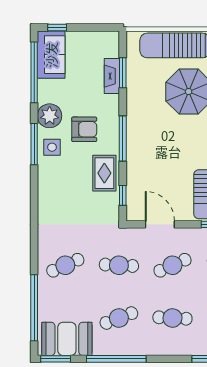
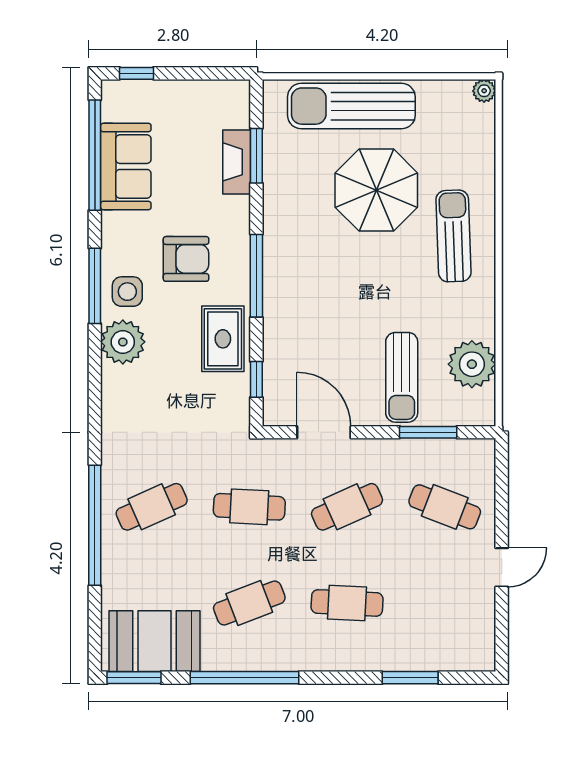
sofa: (51, 55) -> (126, 166), moved
plant: (50, 116) -> (123, 342), moved
window: (34, 308) -> (95, 525), moved

